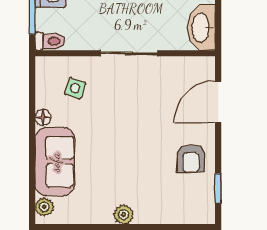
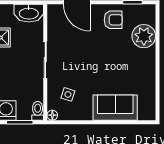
floor lamp: (43, 117) -> (52, 115), moved
plant: (44, 207) -> (144, 114), removed
plant: (124, 214) -> (144, 36), moved, width x1.88, depth x1.88

